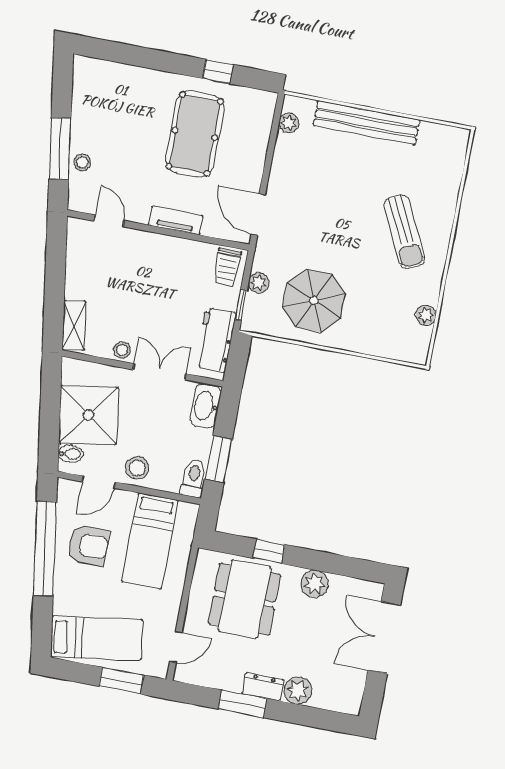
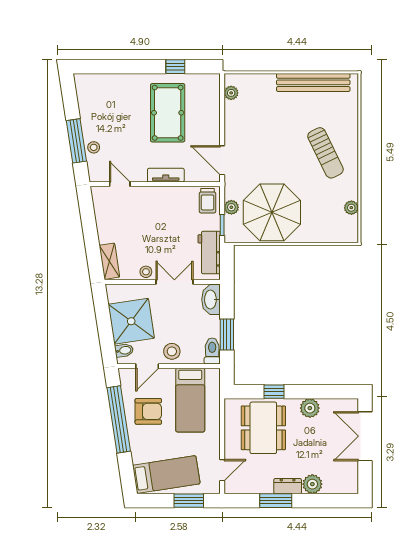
bench: (367, 123) -> (313, 82), moved
parasol: (314, 301) -> (272, 212), width x1.36, depth x1.36

